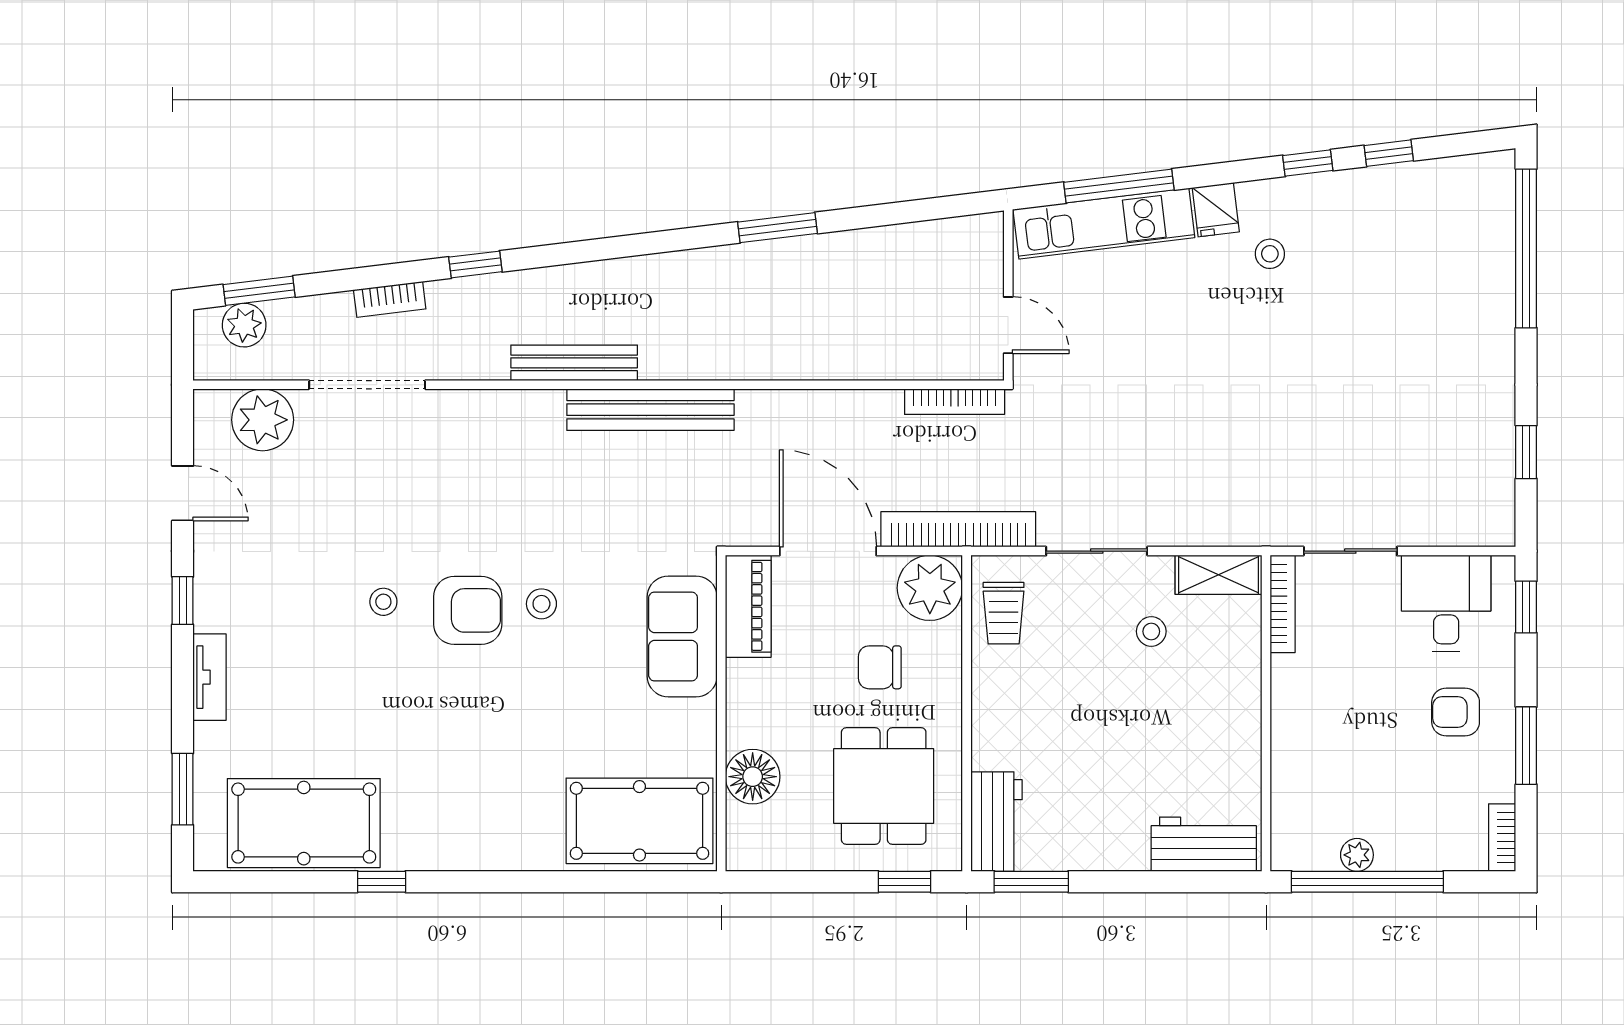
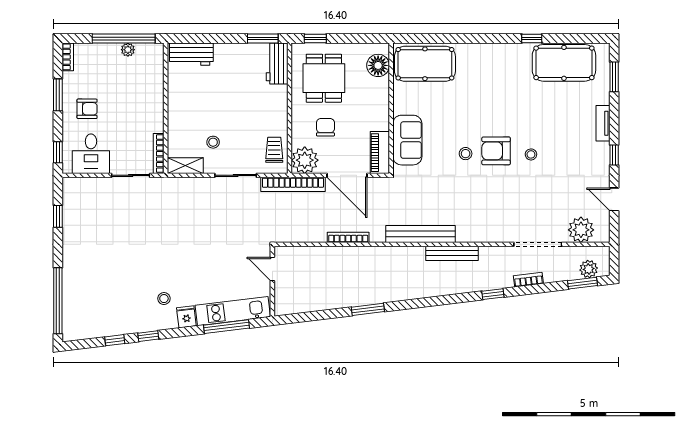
bookcase: (955, 402) -> (348, 237), moved
chair: (880, 667) -> (325, 127), turned -90
floor lamp: (753, 777) -> (378, 65), moved

